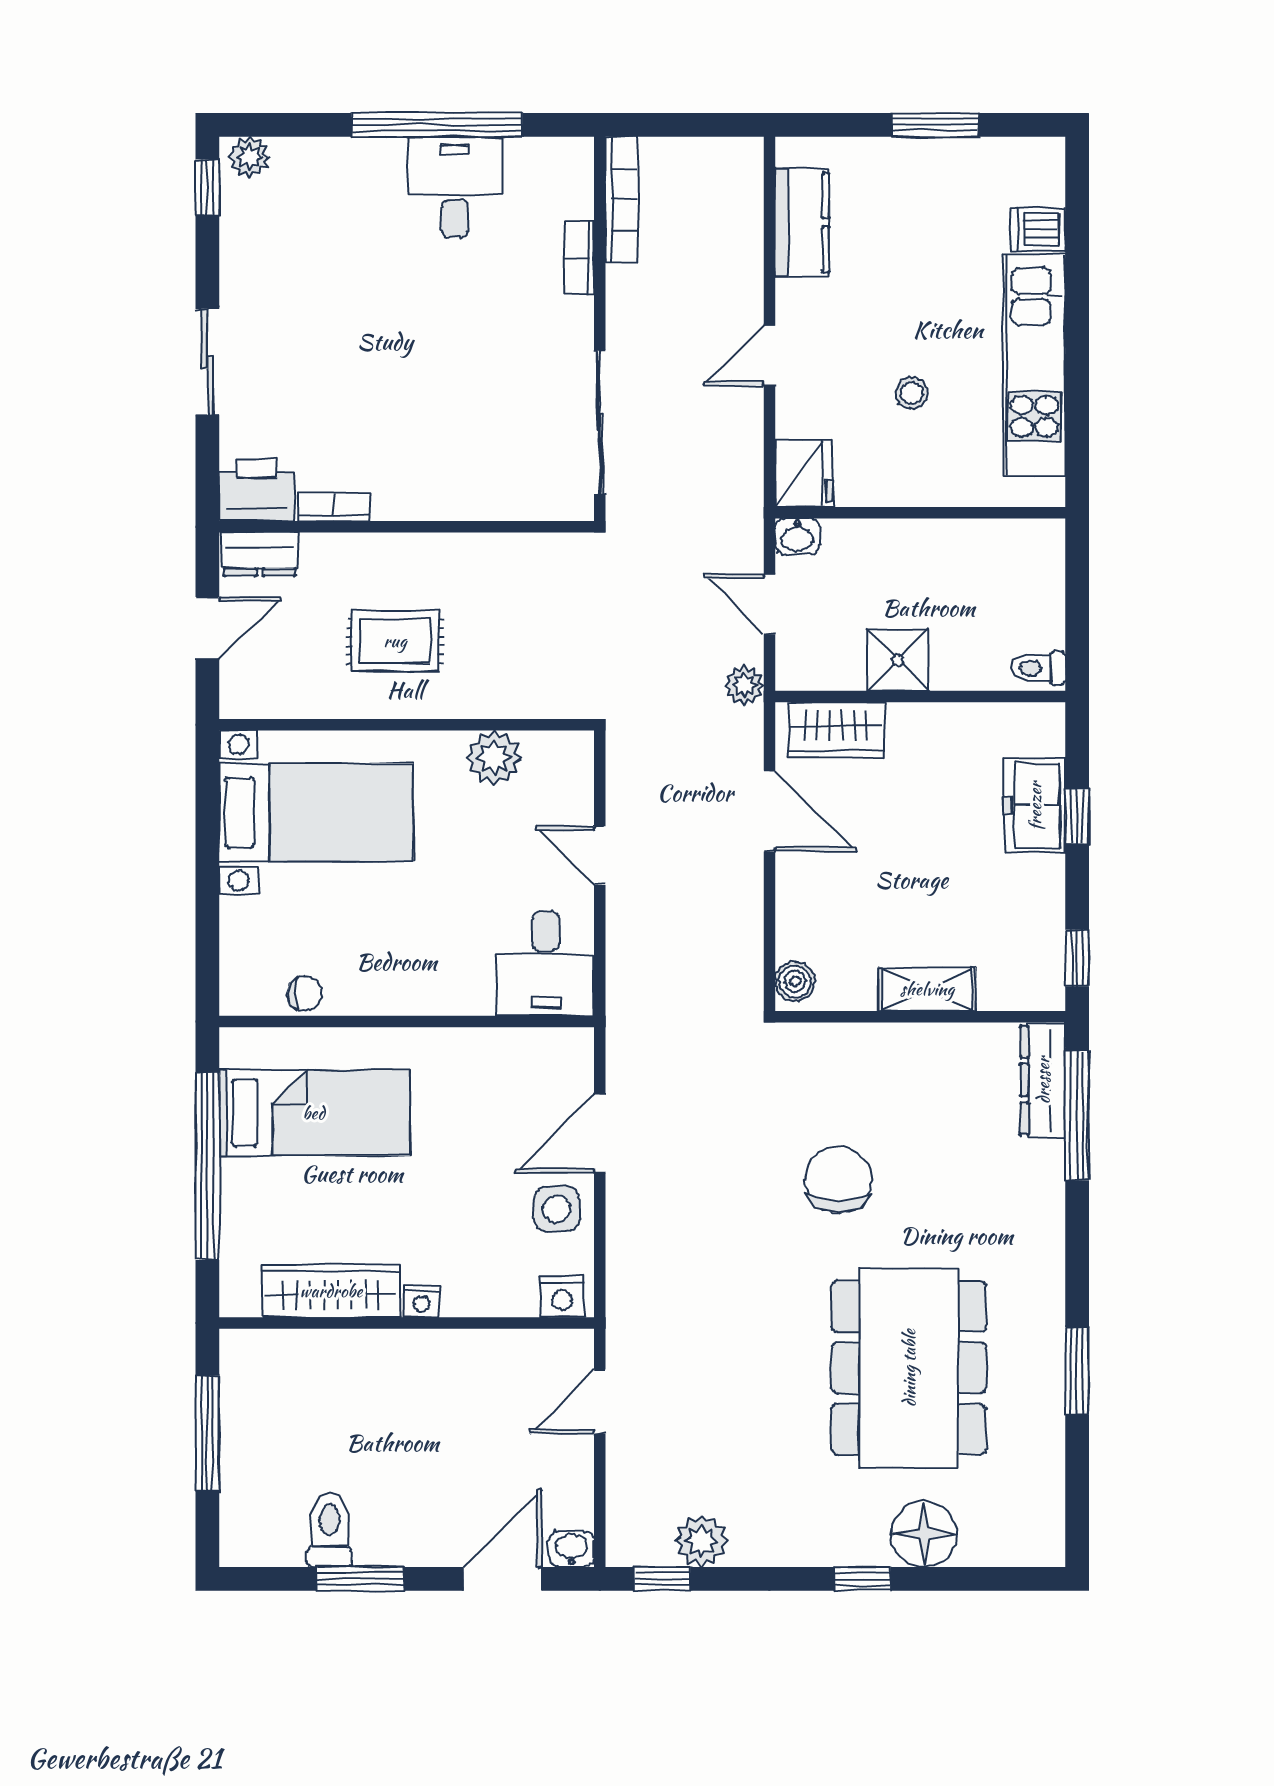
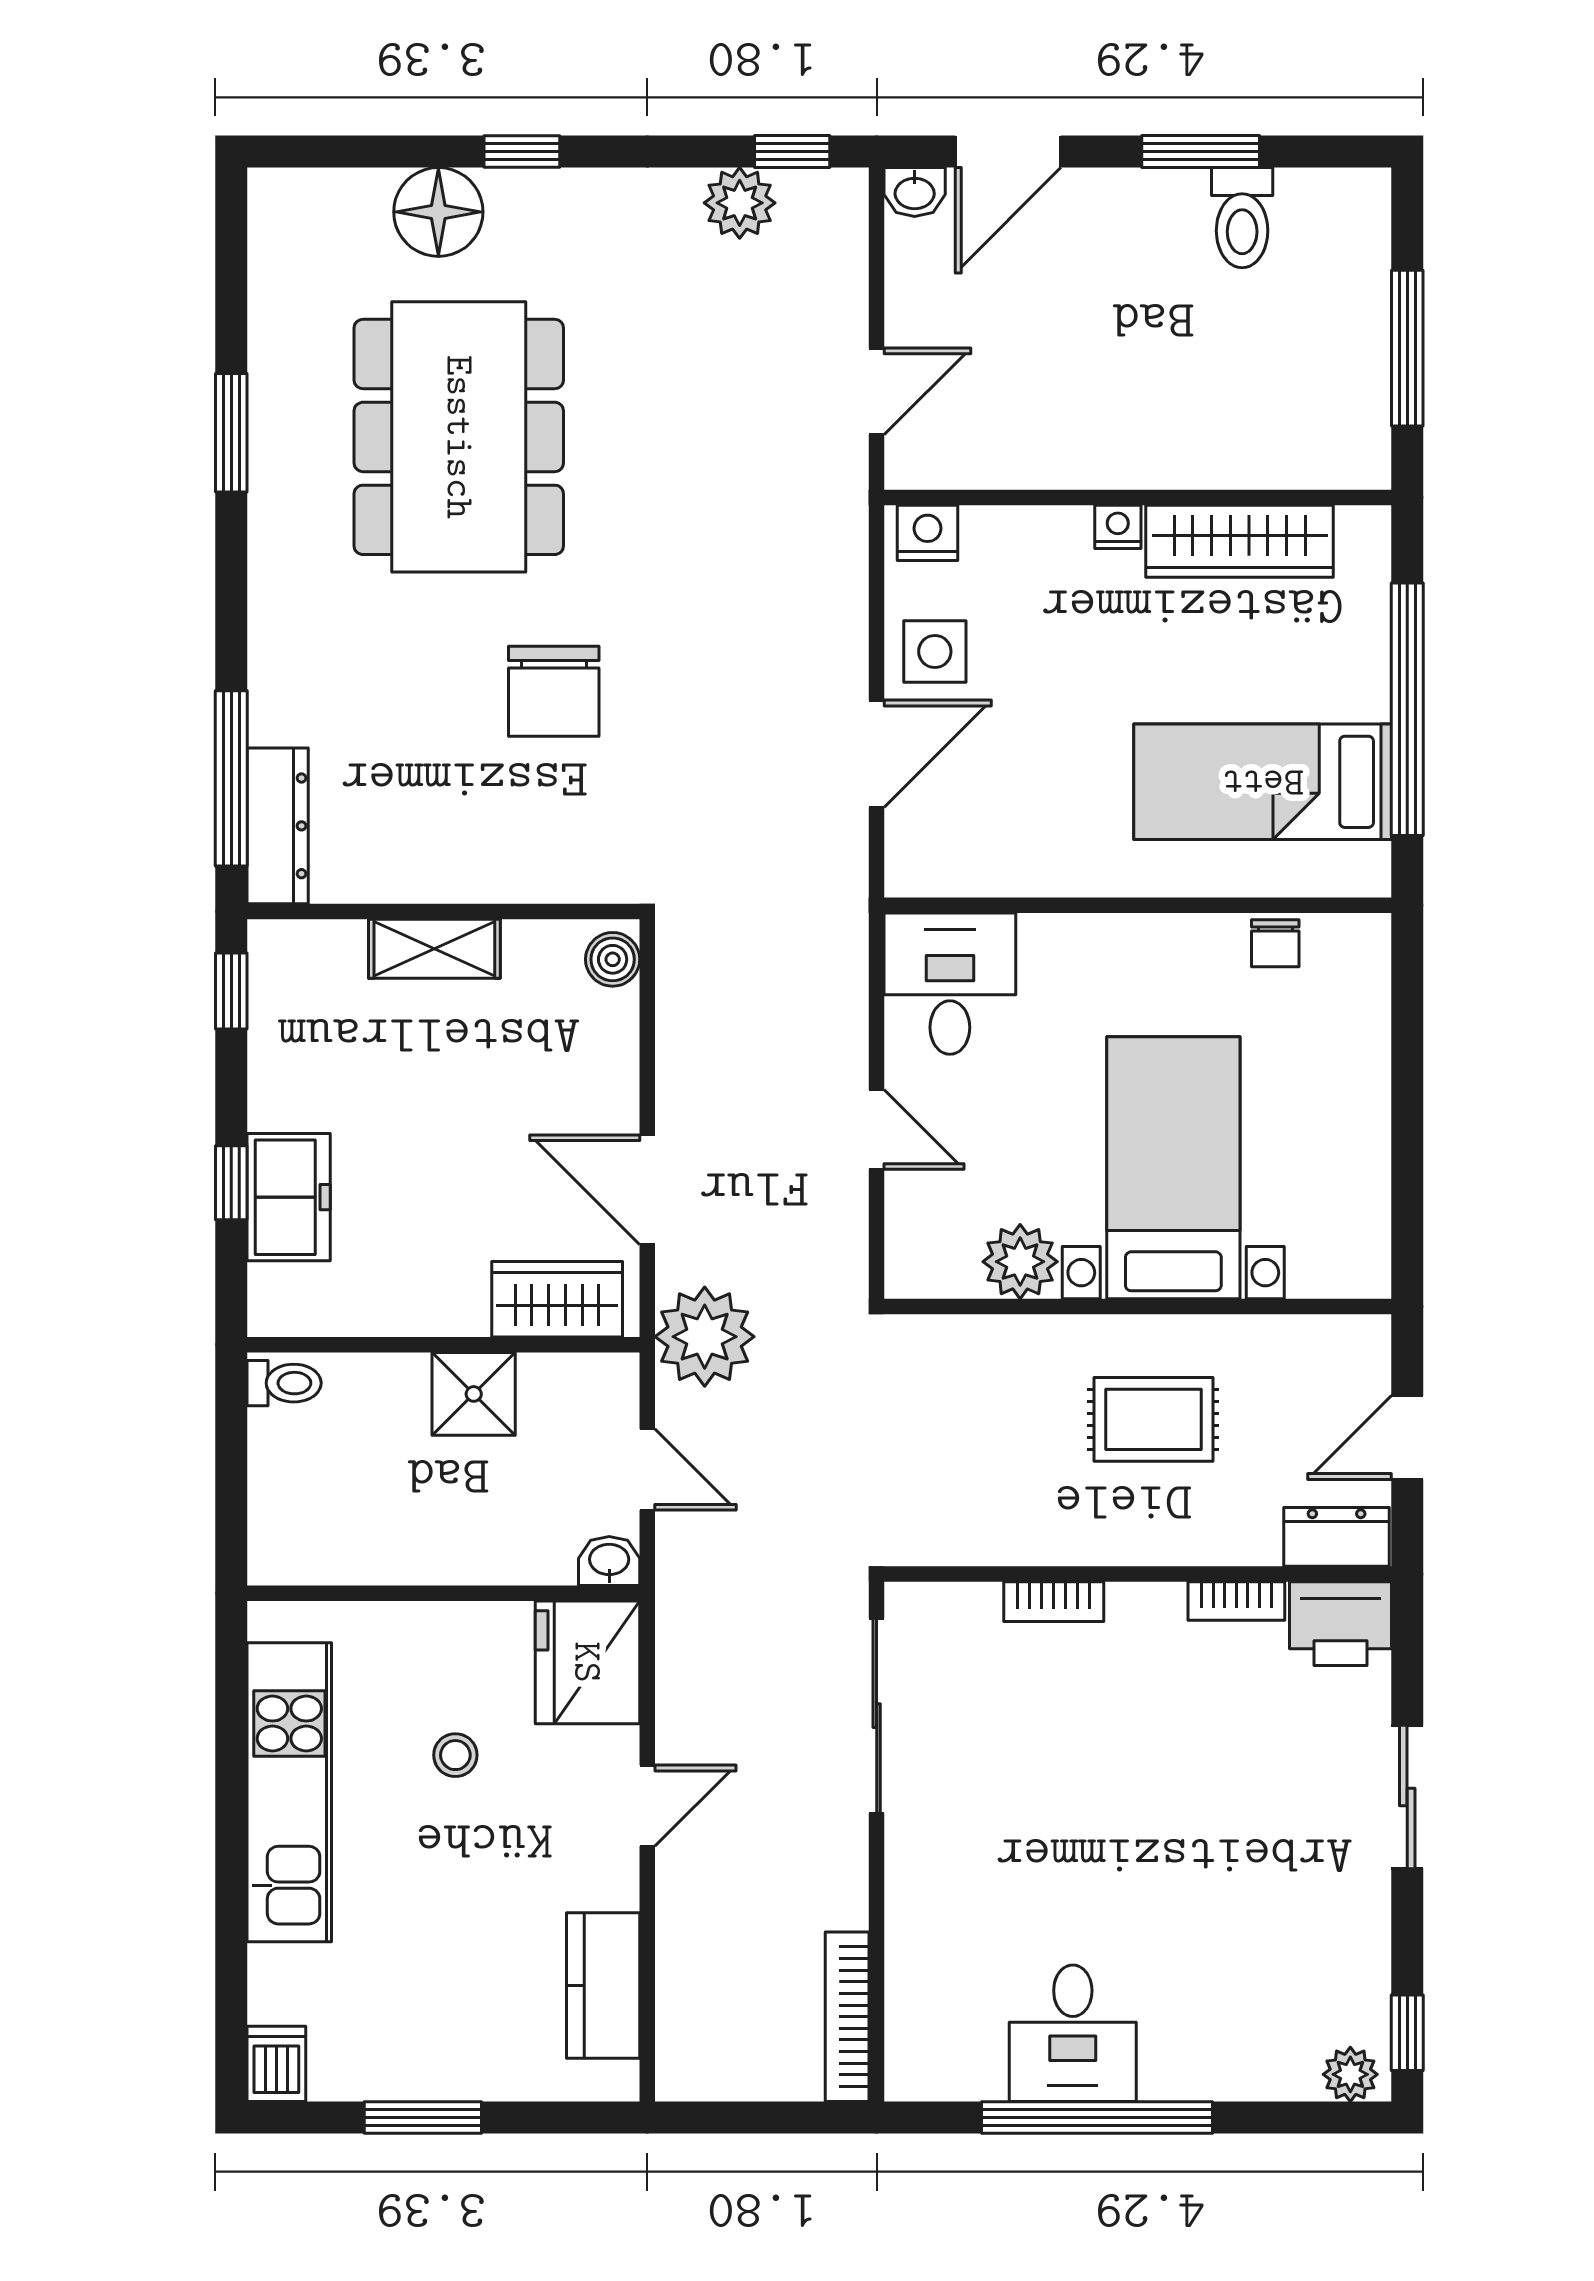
dishwasher: (1037, 229) -> (276, 2064), moved, turned -90
bookcase: (579, 258) -> (1054, 1602), moved, turned 90
fridge: (804, 474) -> (587, 1662), width x1.36, depth x1.34
plant: (744, 685) -> (705, 1337), width x1.87, depth x1.87
bed with nightstands: (316, 812) -> (1173, 1168), moved, turned 90
chair: (305, 993) -> (1275, 943), turned -90

